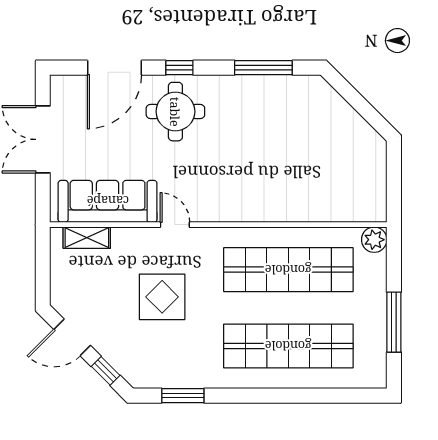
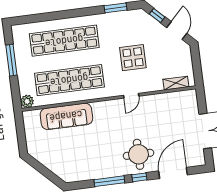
window: (263, 68) -> (109, 181), moved
sofa: (108, 201) -> (66, 116), moved
door: (175, 225) -> (131, 96), hinge flipped
door: (72, 337) -> (177, 31), hinge flipped

